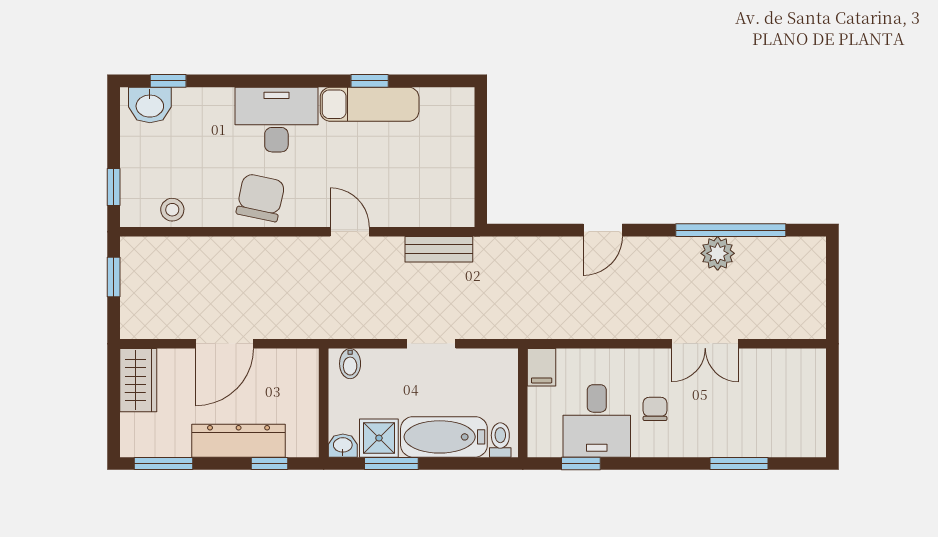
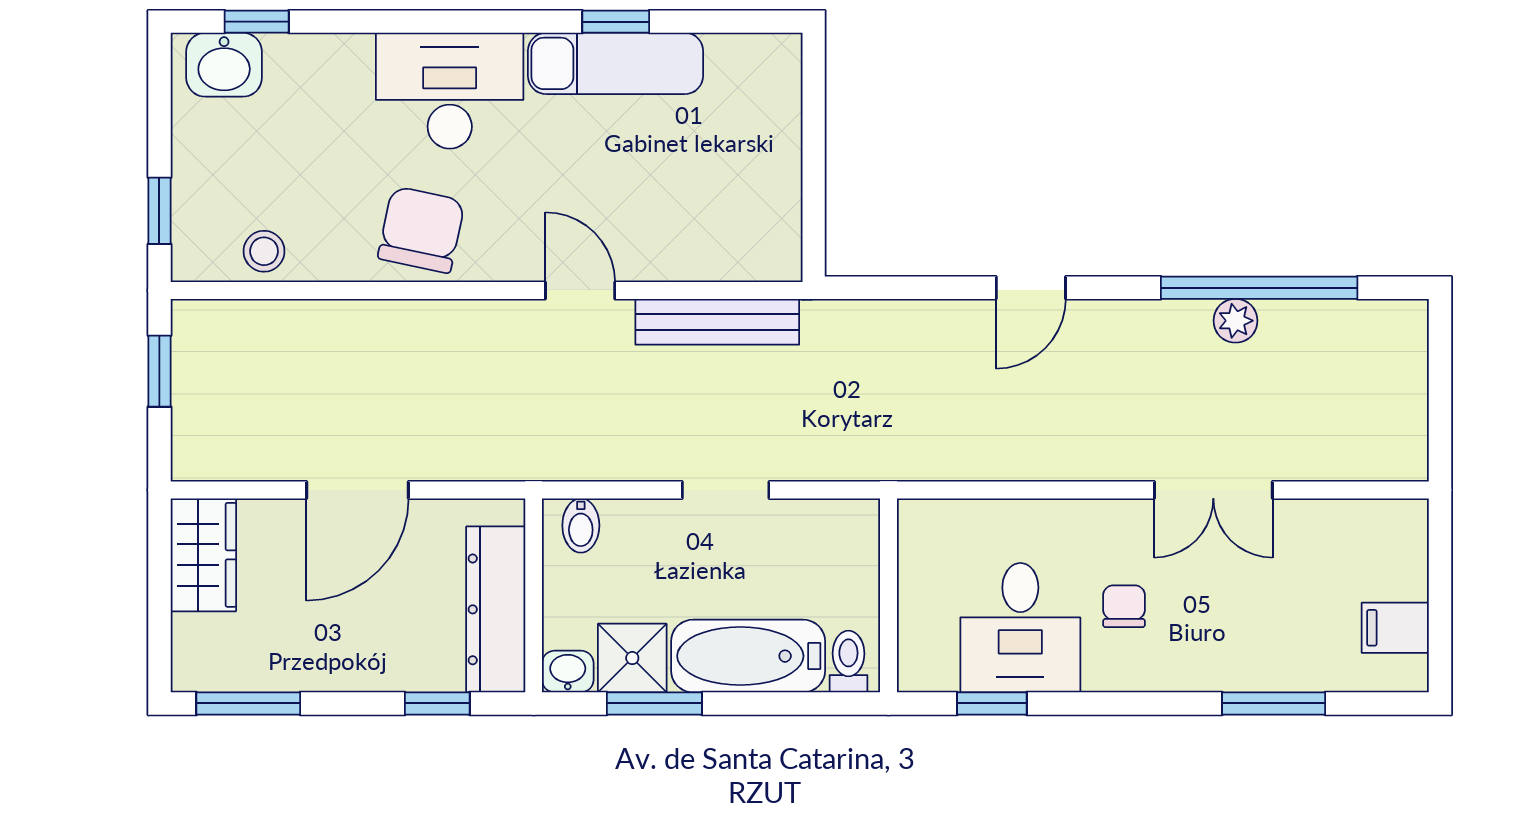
bench: (439, 249) -> (717, 322), width x1.36
plant: (718, 253) -> (1235, 321), width x0.73, depth x0.73
filing cabinet: (542, 367) -> (1395, 628), moved, turned 90
dresser: (239, 441) -> (496, 609), moved, turned -90

